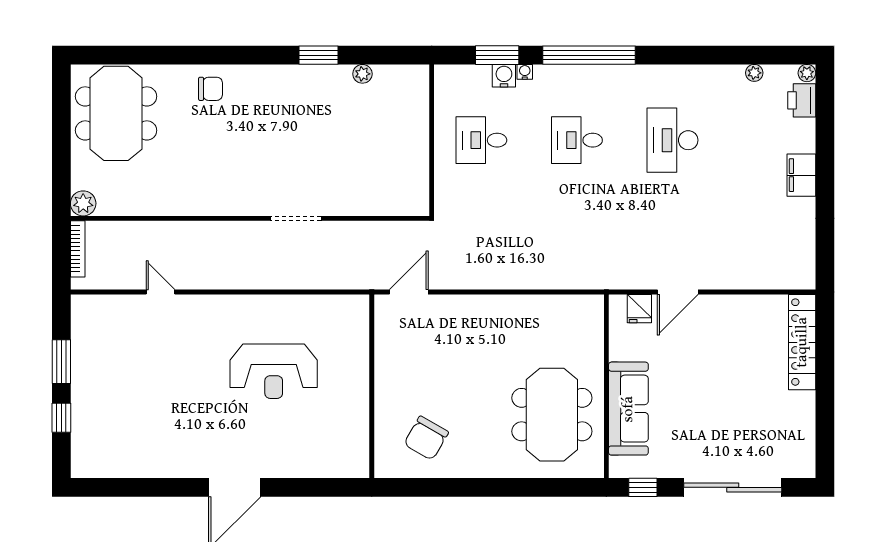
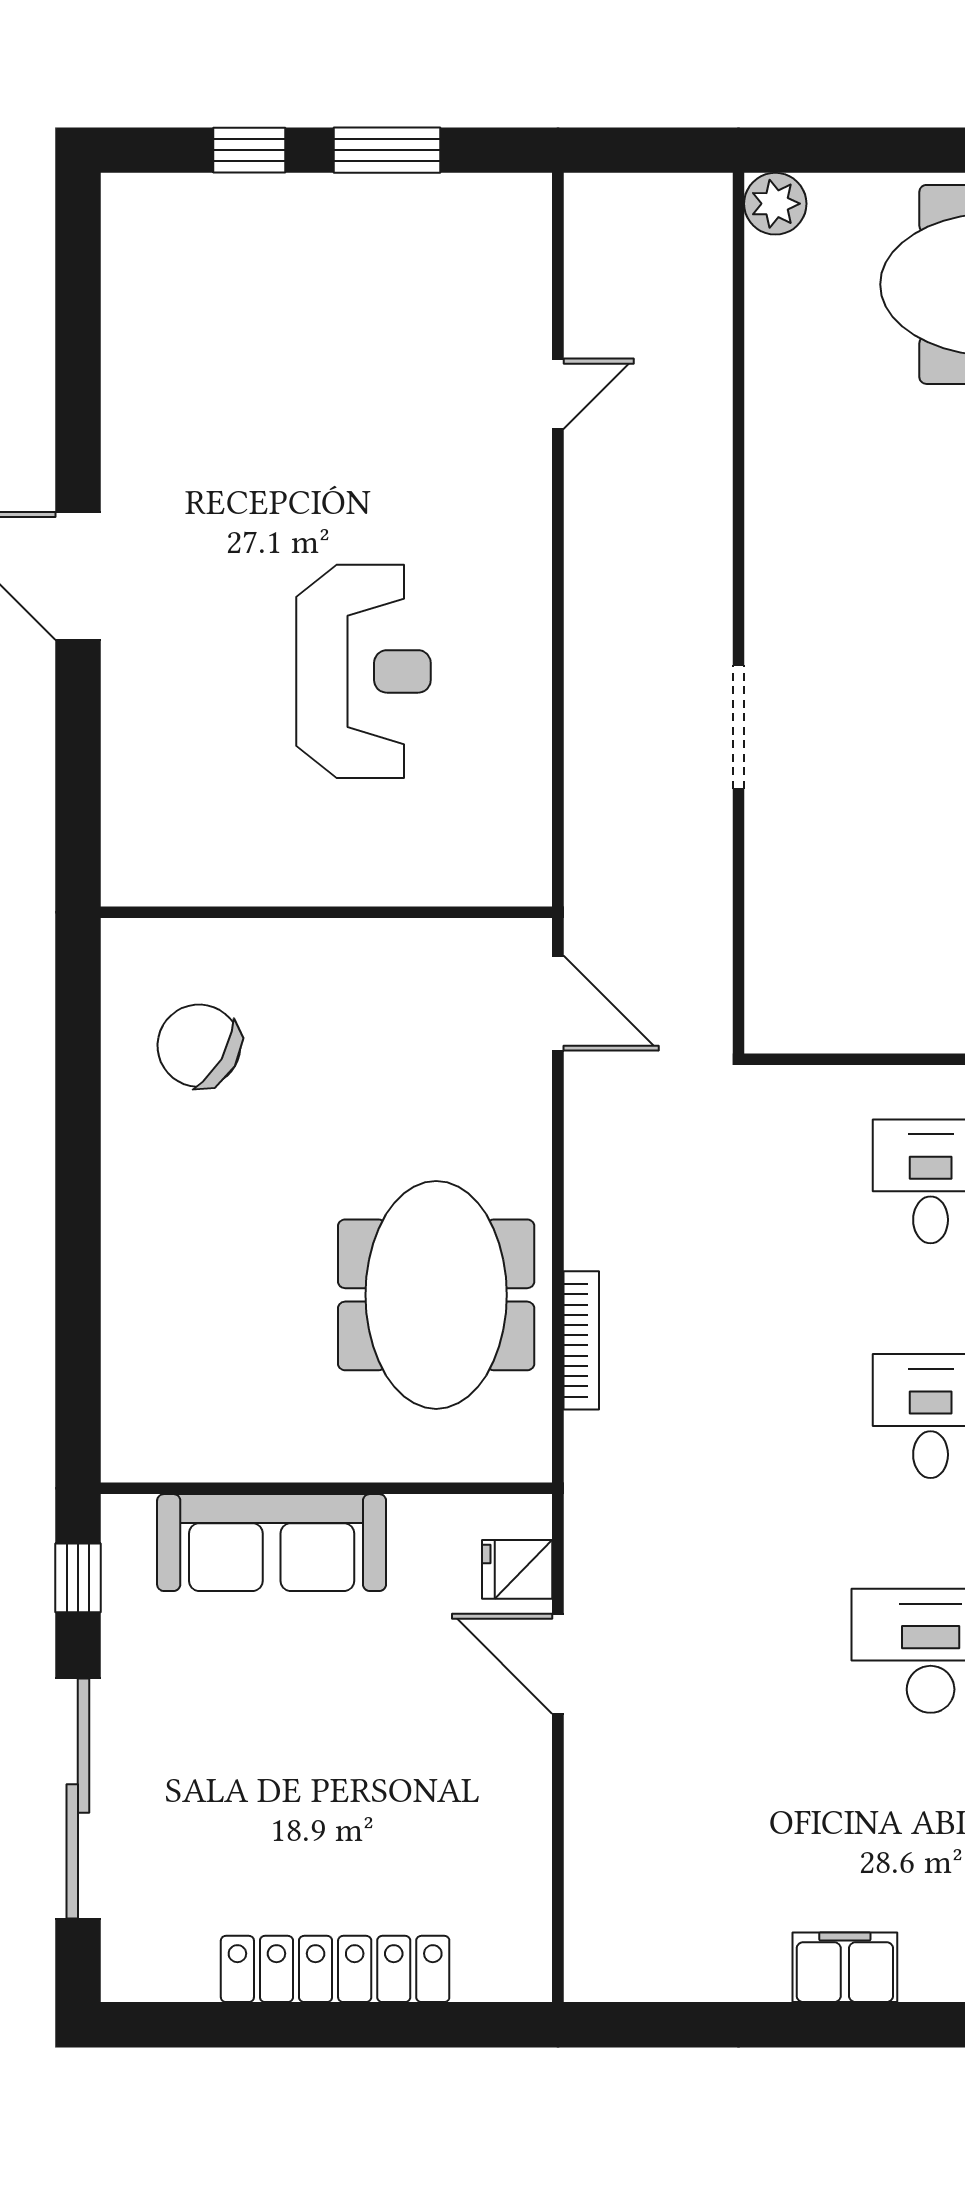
bookcase: (78, 249) -> (581, 1340), moved, turned -90
locker: (802, 342) -> (335, 1969), moved
reception desk: (274, 371) -> (363, 671), turned 180
meeting table: (552, 415) -> (436, 1295), moved, turned 90

